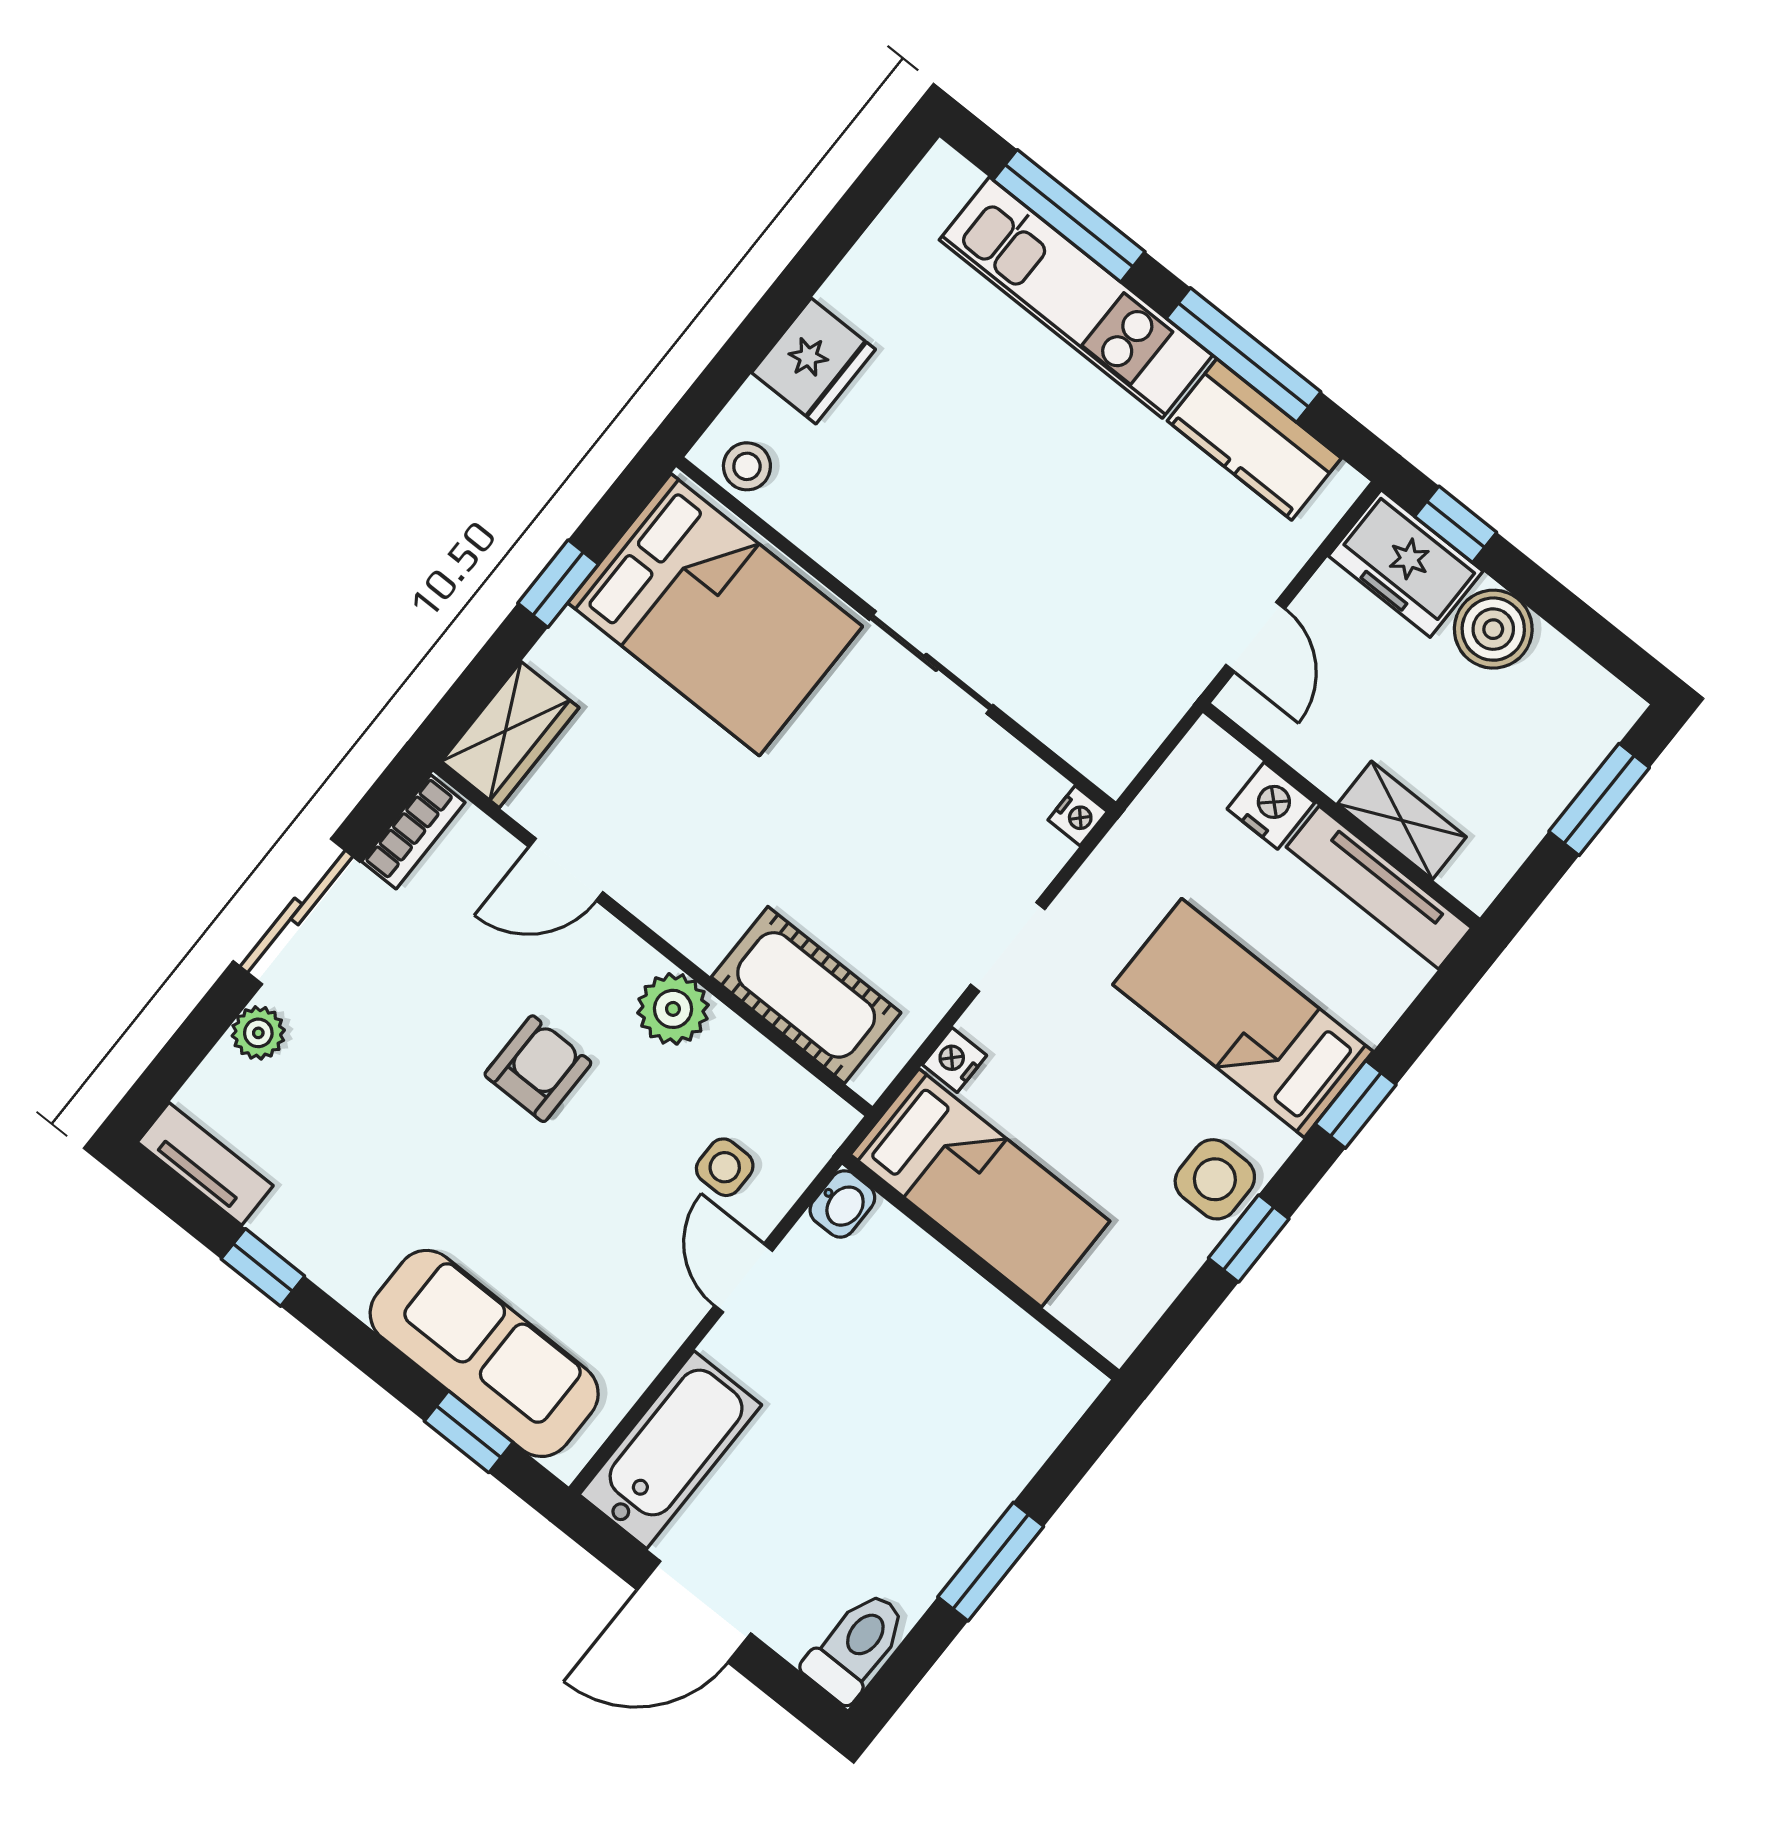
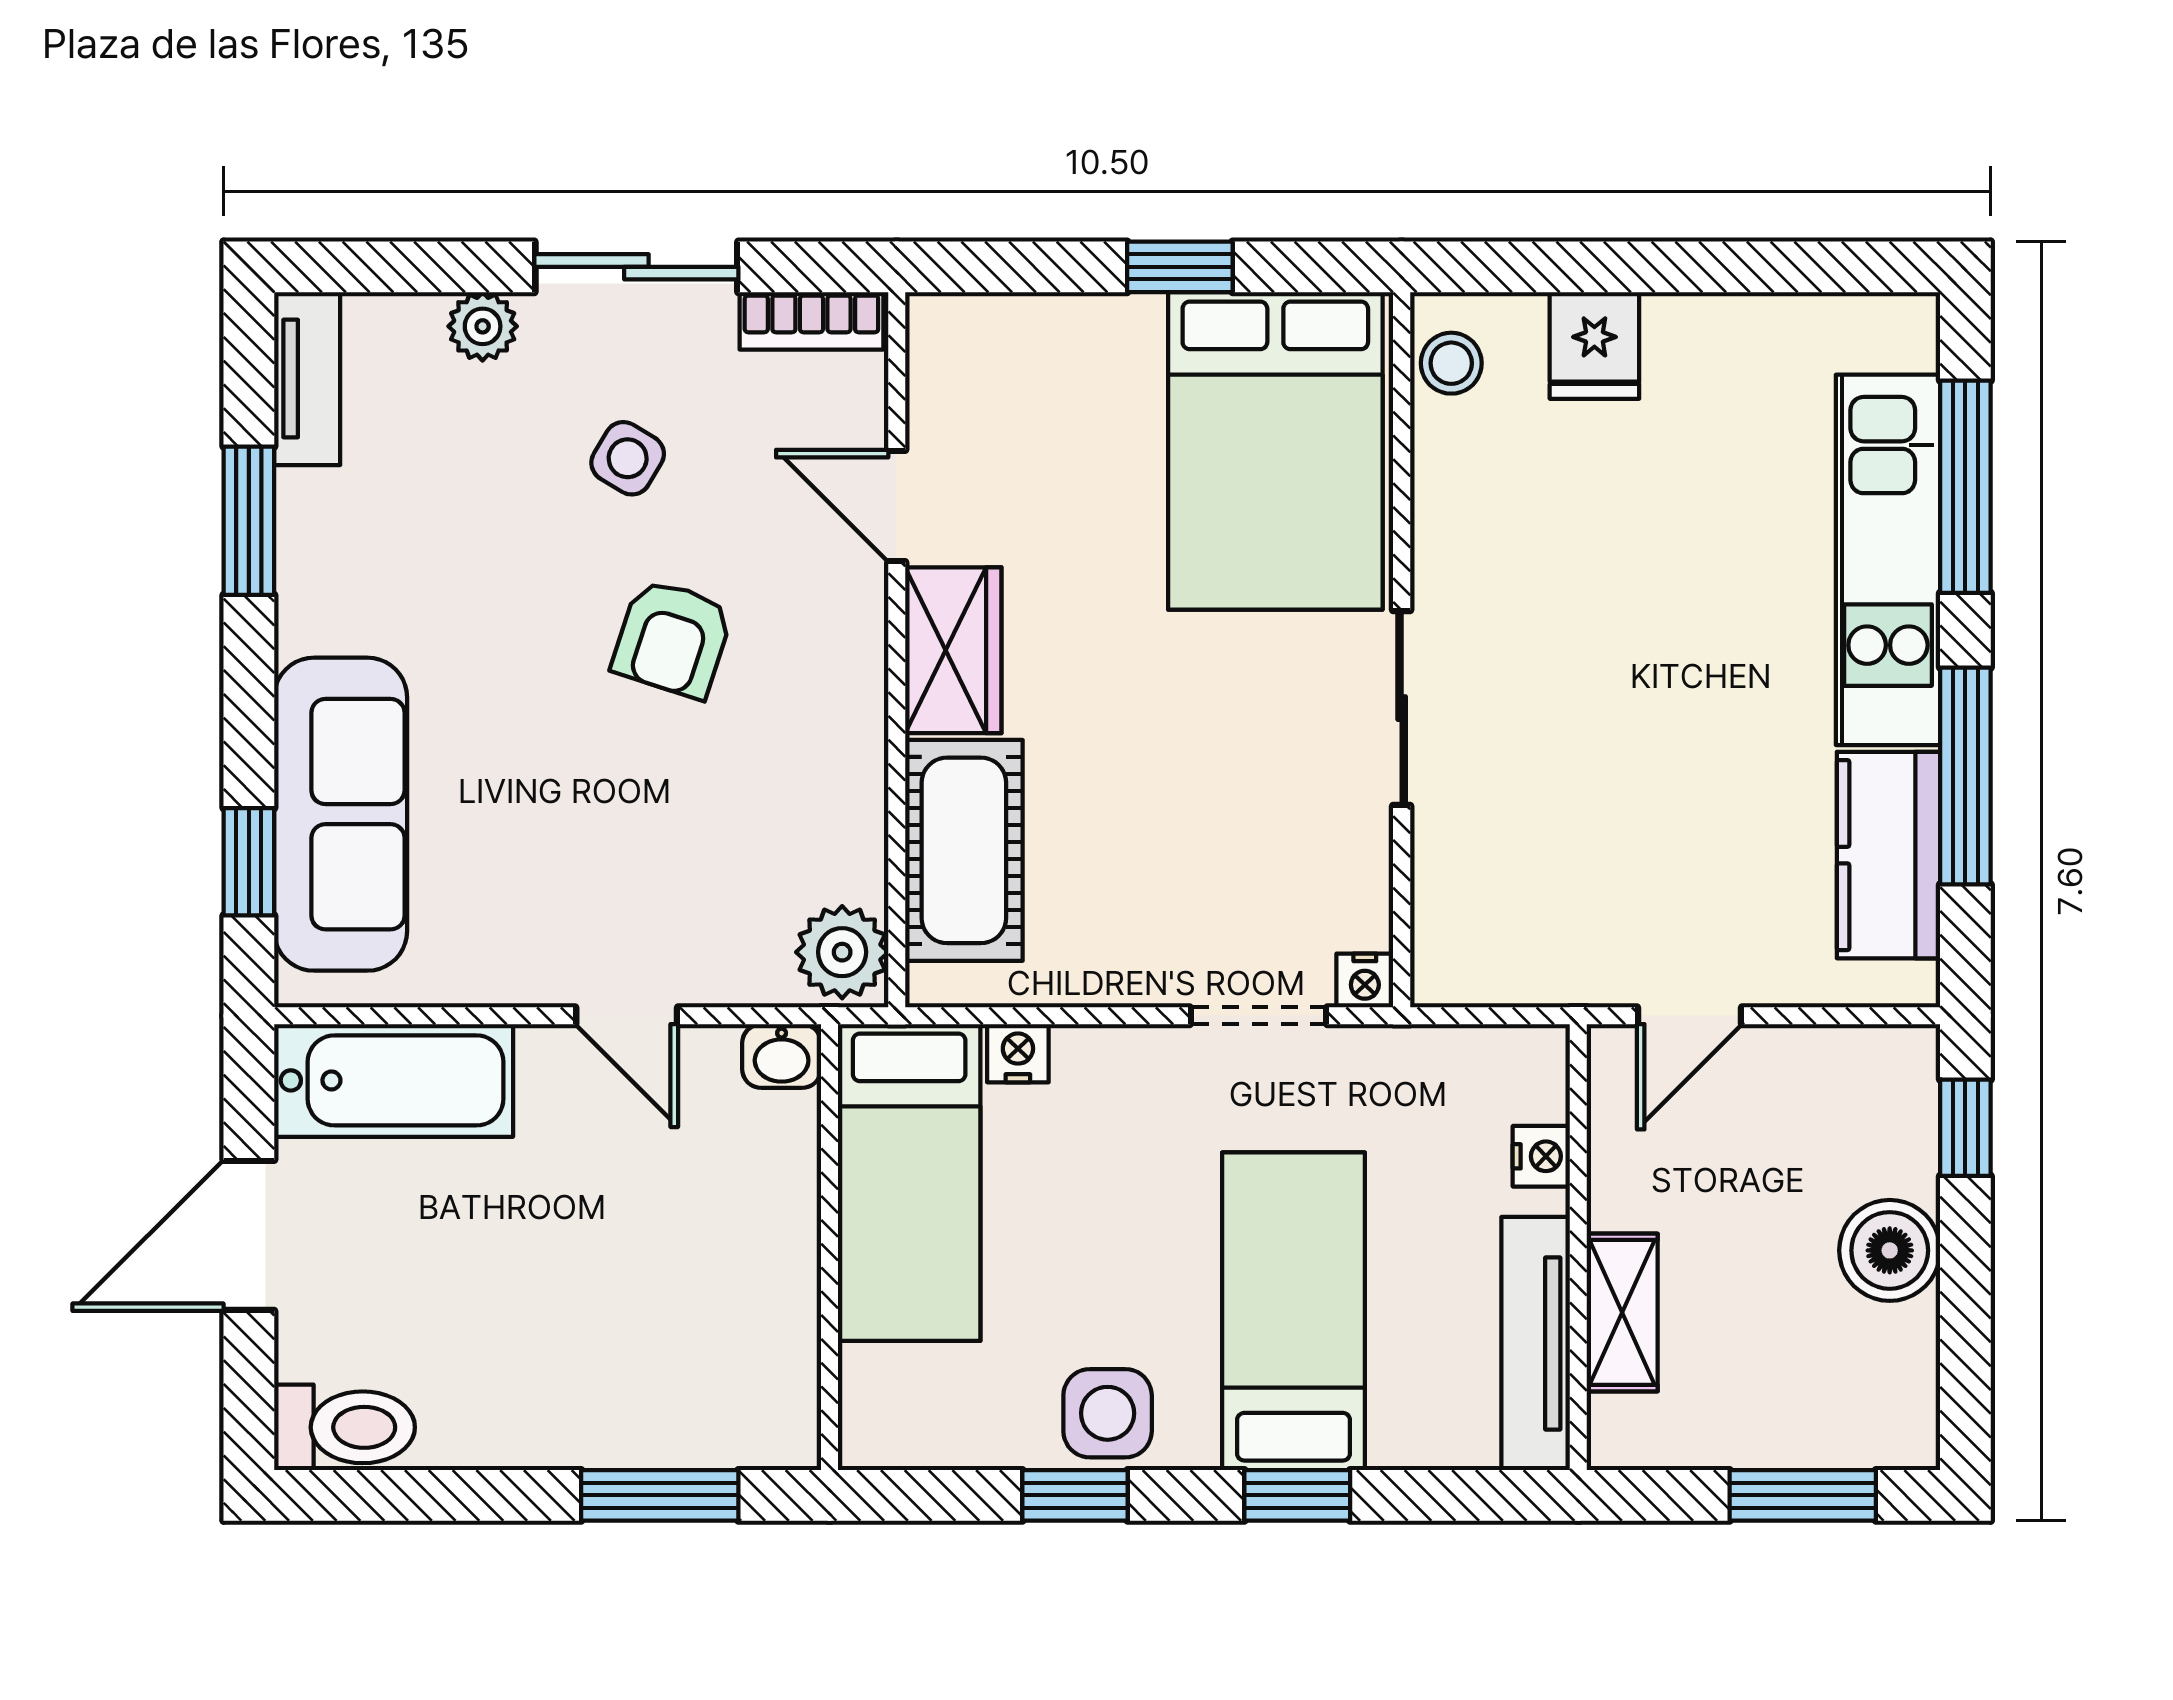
fridge: (813, 361) -> (1594, 345), width x0.72
freezer: (1406, 564) -> (1885, 1109), removed
wardrobe: (510, 735) -> (953, 650), moved, turned -90
nightstand: (1271, 806) -> (1541, 1156), width x0.72, depth x0.74
doorway: (1008, 947) -> (1259, 1016), moved
plant: (673, 1009) -> (842, 952), moved
armchair: (538, 1069) -> (672, 638), turned 108
side table: (725, 1167) -> (628, 458), moved, turned 31
window: (263, 1267) -> (249, 521), width x1.50
door: (743, 1278) -> (627, 1016), swing flipped
window: (991, 1562) -> (660, 1495), moved
door: (694, 1612) -> (249, 1235), hinge flipped

